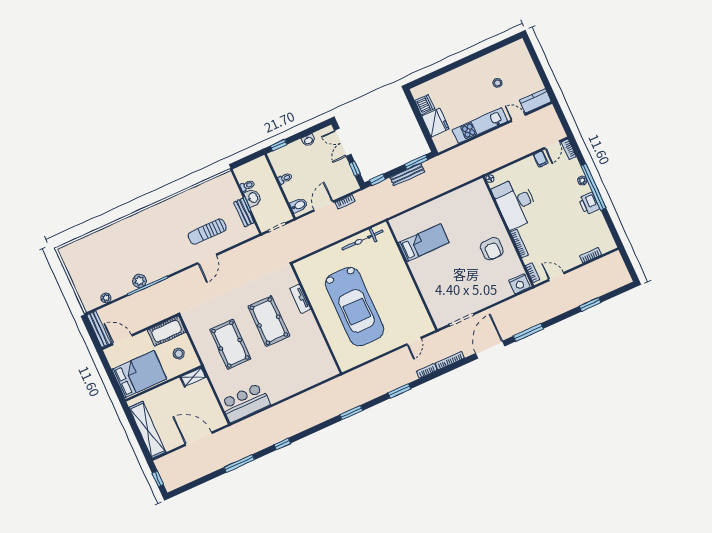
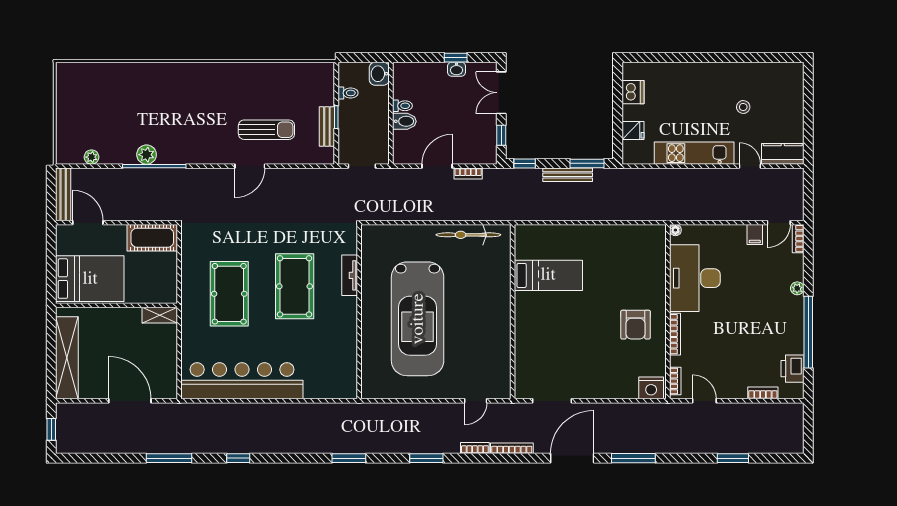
fridge: (435, 123) -> (633, 130), width x0.53, depth x0.75
window: (279, 145) -> (456, 58), moved
window: (593, 187) -> (808, 332), moved
washbasin: (253, 198) -> (379, 74), moved, turned 180
printer: (589, 203) -> (792, 369), moved
bidet: (299, 205) -> (404, 121), moved
sun lounger: (207, 232) -> (266, 130), turned 180
stool: (179, 354) -> (155, 275), removed
bar counter: (245, 403) -> (242, 381), width x1.86

